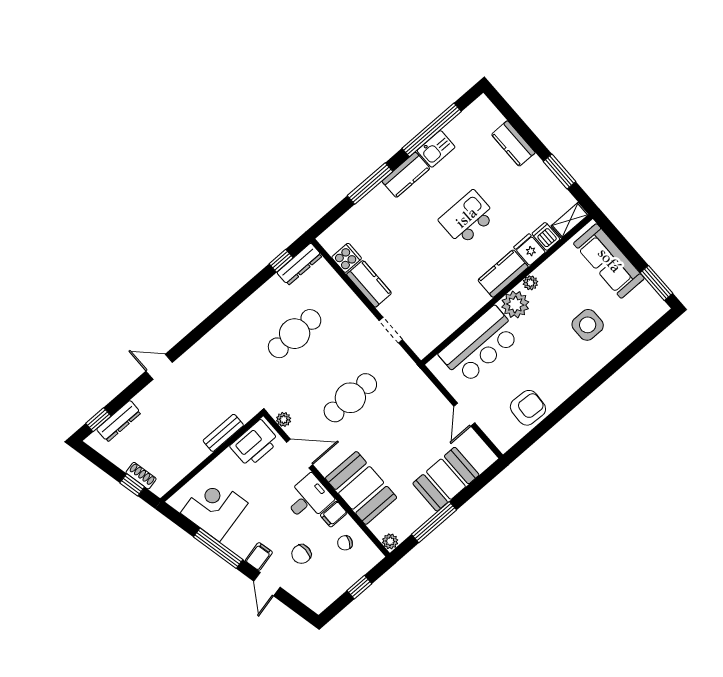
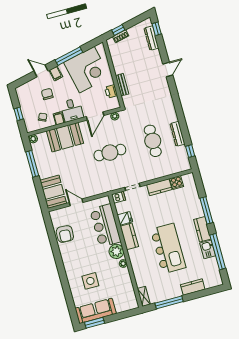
window: (559, 171) -> (169, 302), width x1.44
kitchen island: (467, 218) -> (168, 248), width x1.87, depth x1.28
dishwasher: (546, 236) -> (119, 197), moved
fridge: (529, 250) -> (125, 218), moved
sofa: (609, 261) -> (96, 311), moved
dresser: (299, 264) -> (177, 134), moved
kitchen counter: (503, 274) -> (129, 236), moved
cafe table: (350, 398) -> (110, 153), turned 90
printer: (255, 444) -> (111, 91), width x0.53, depth x0.68
booth: (446, 479) -> (53, 192), moved
corner desk: (214, 508) -> (87, 70), width x1.36, depth x1.36

